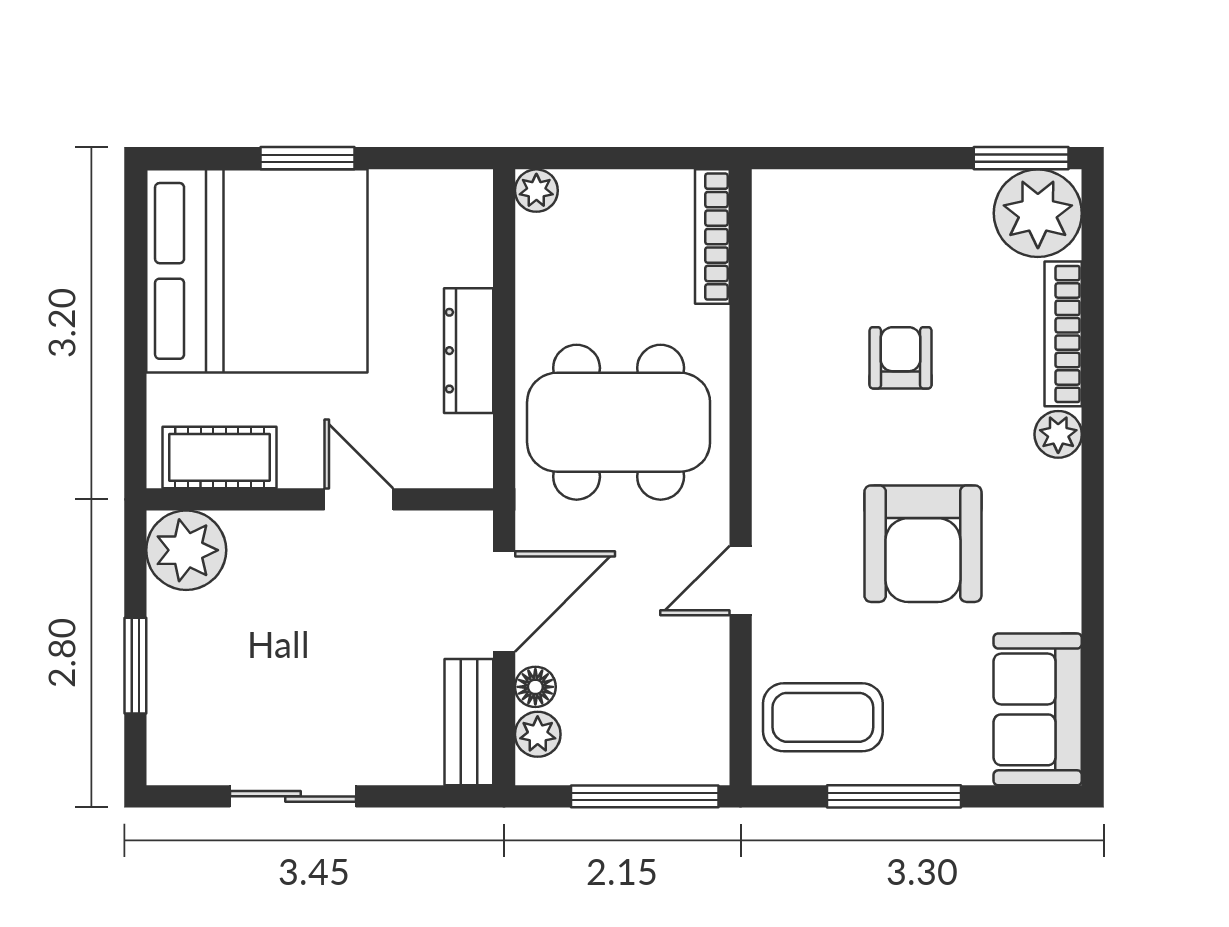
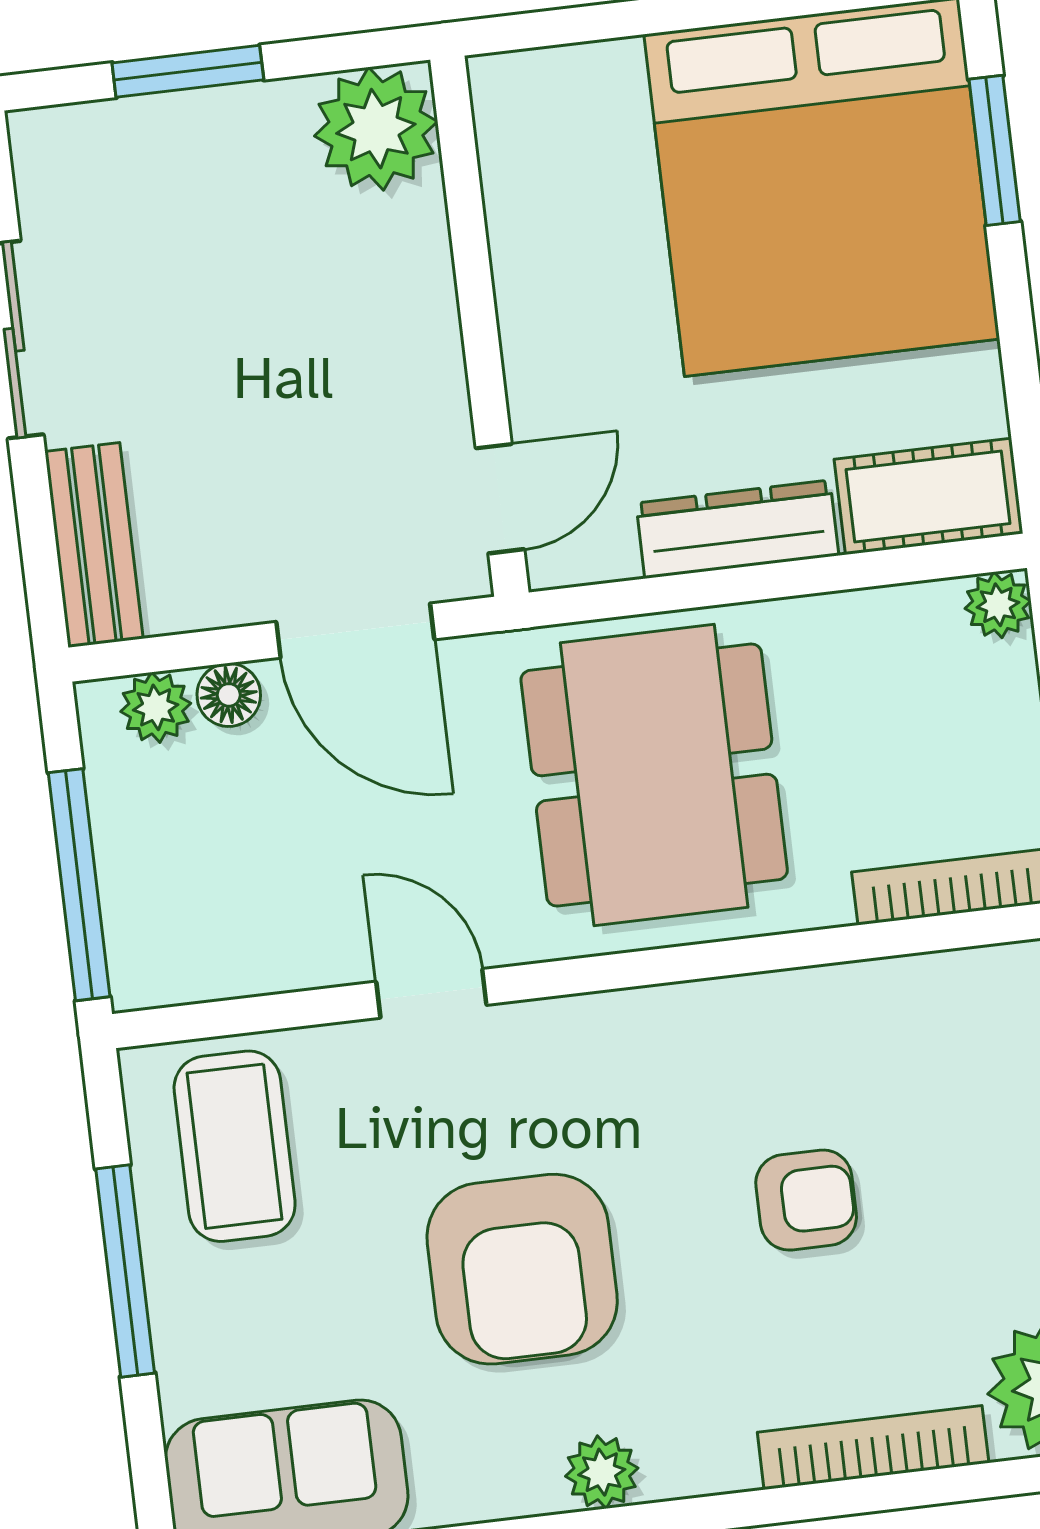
window: (308, 158) -> (995, 150), moved
plant: (1058, 434) -> (602, 1472), moved
cot: (220, 457) -> (928, 496), moved, turned 90
door: (359, 499) -> (500, 499), moved
armchair: (923, 544) -> (522, 1269), turned -90
bench: (469, 722) -> (94, 545), moved, turned 90

